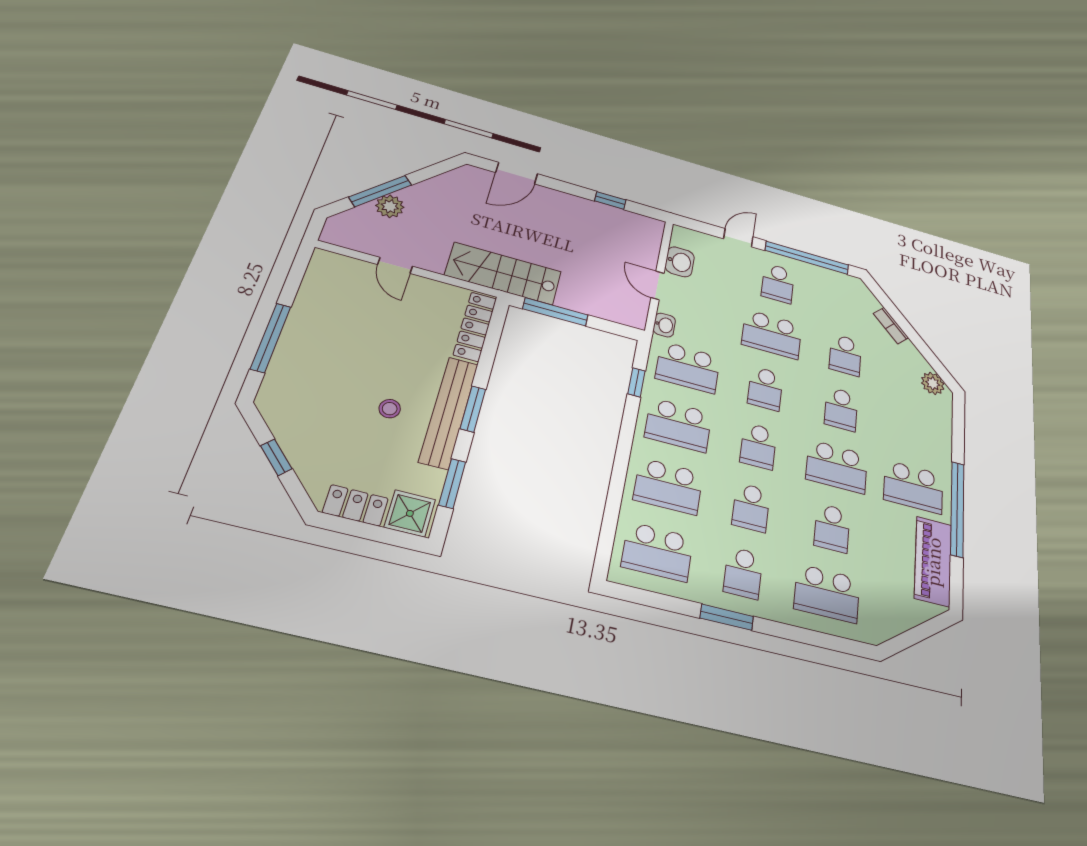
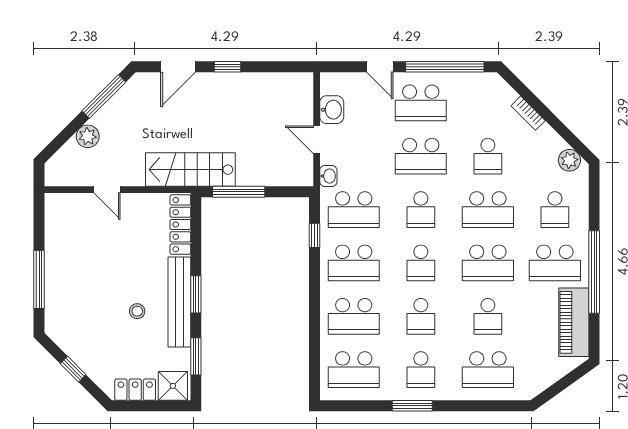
window: (380, 191) -> (104, 97), moved
window: (610, 200) -> (228, 67), moved
door: (738, 238) -> (380, 67), swing flipped
school desk: (778, 283) -> (421, 103), width x1.85
school desk: (841, 409) -> (488, 210), width x1.85
school desk: (915, 429) -> (555, 210), added

